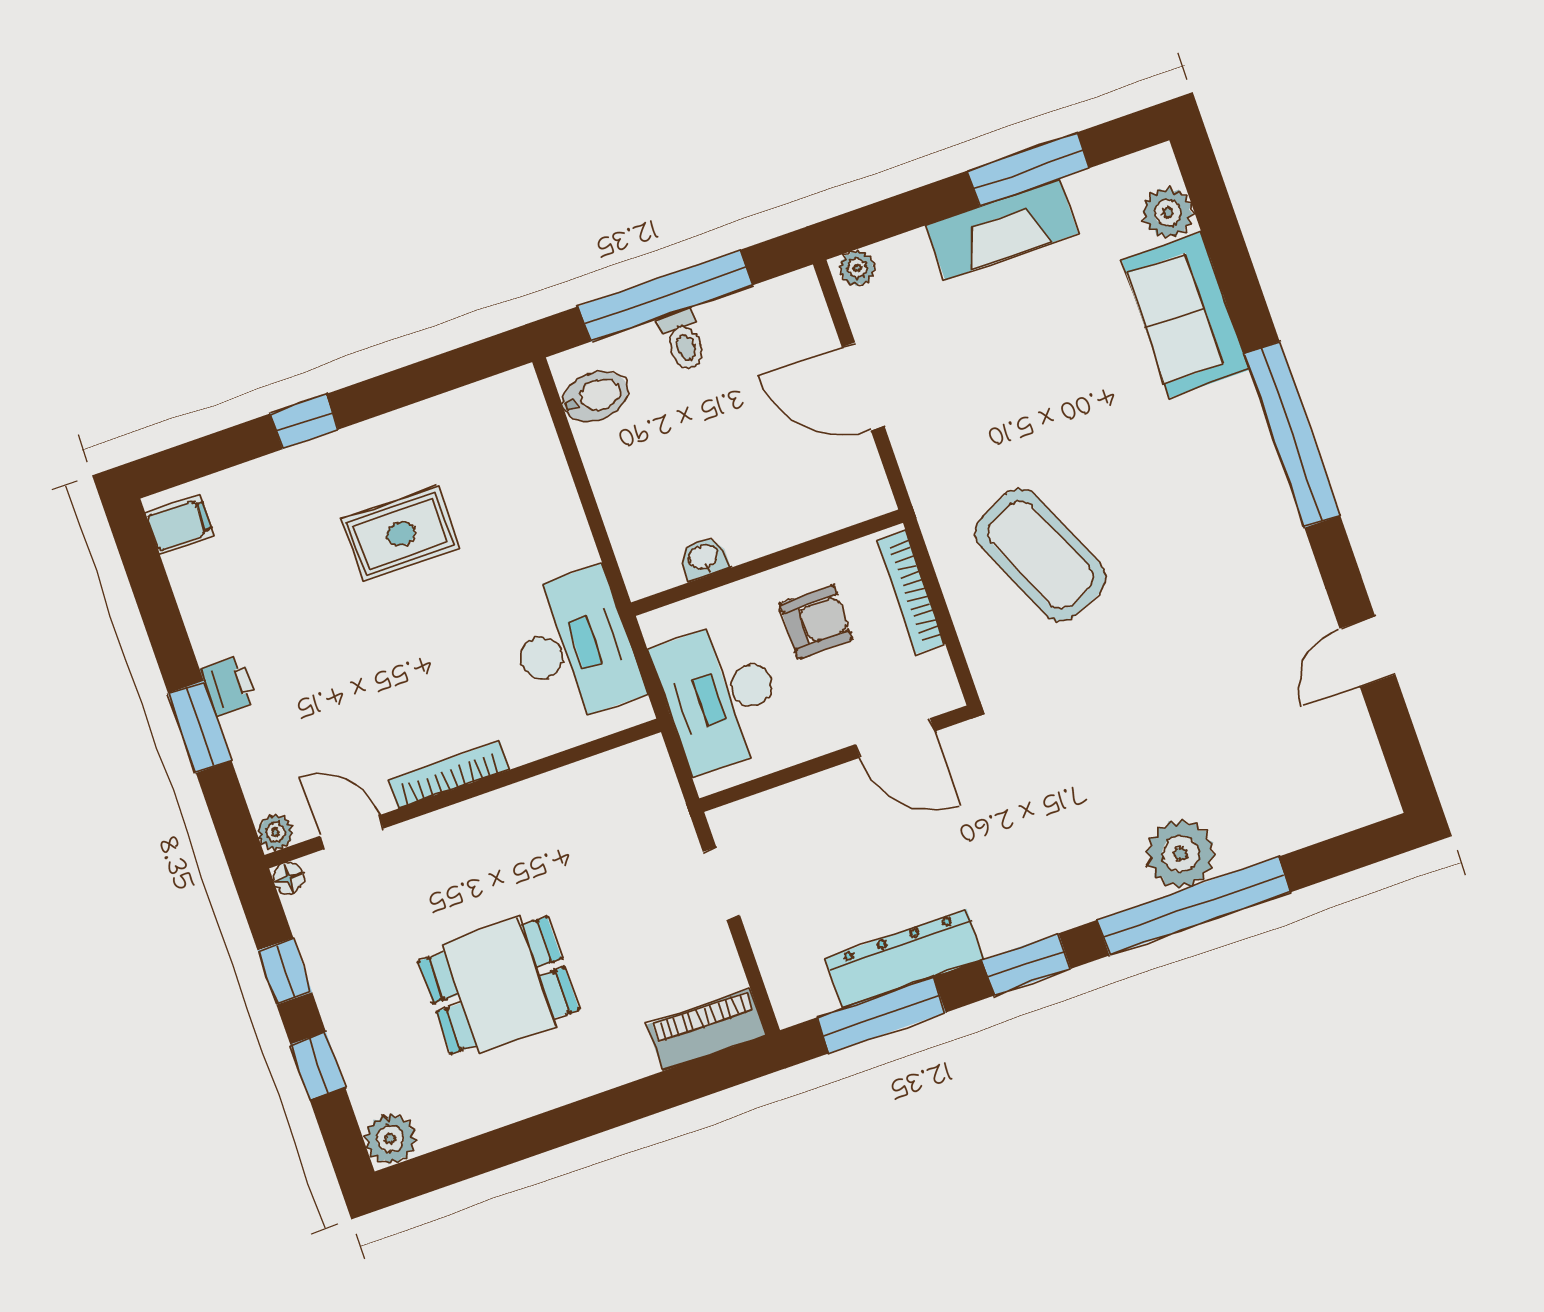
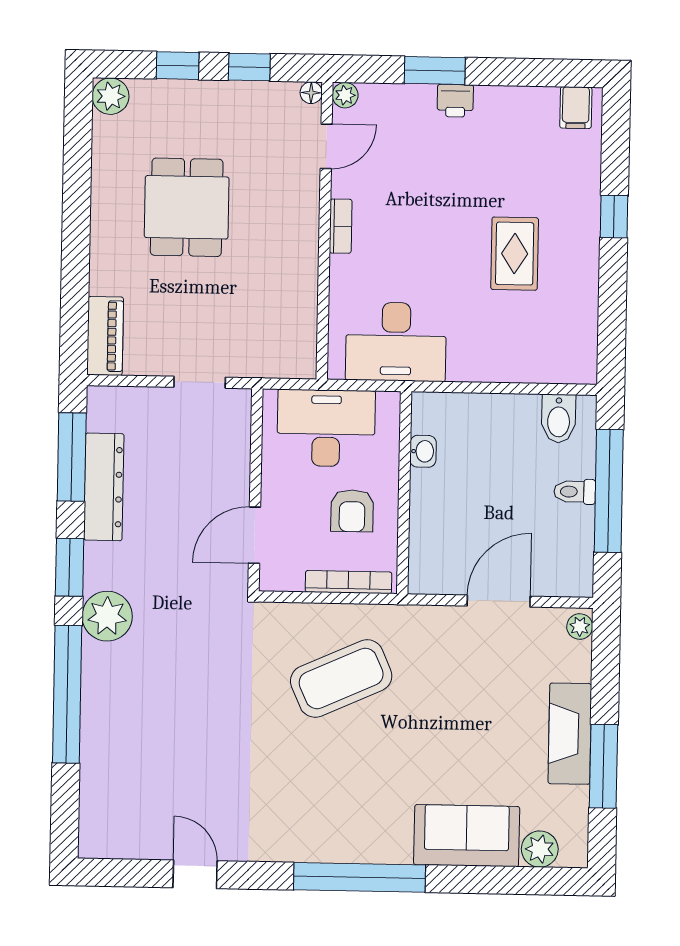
bookcase: (449, 775) -> (341, 226), width x0.64
plant: (1180, 854) -> (107, 616), moved

